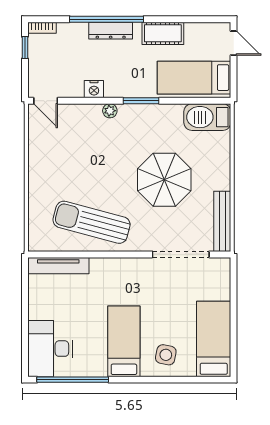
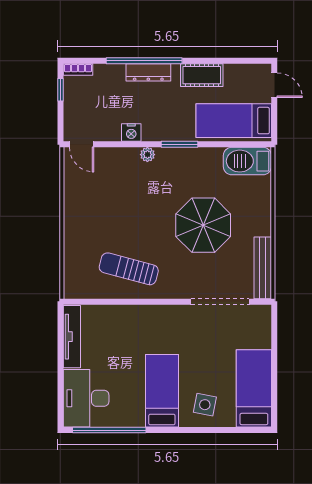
sun lounger: (92, 222) -> (129, 269), width x0.73, depth x0.75
tv unit: (58, 266) -> (72, 337), moved, turned -90

